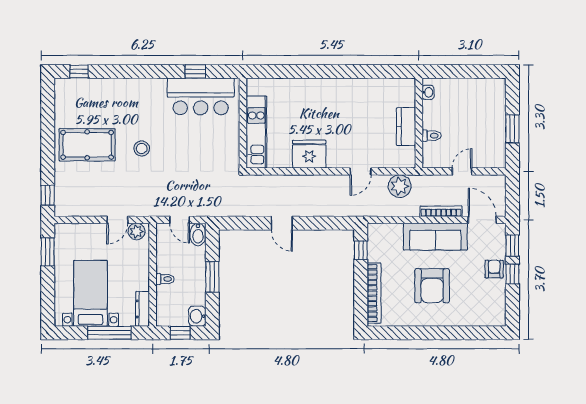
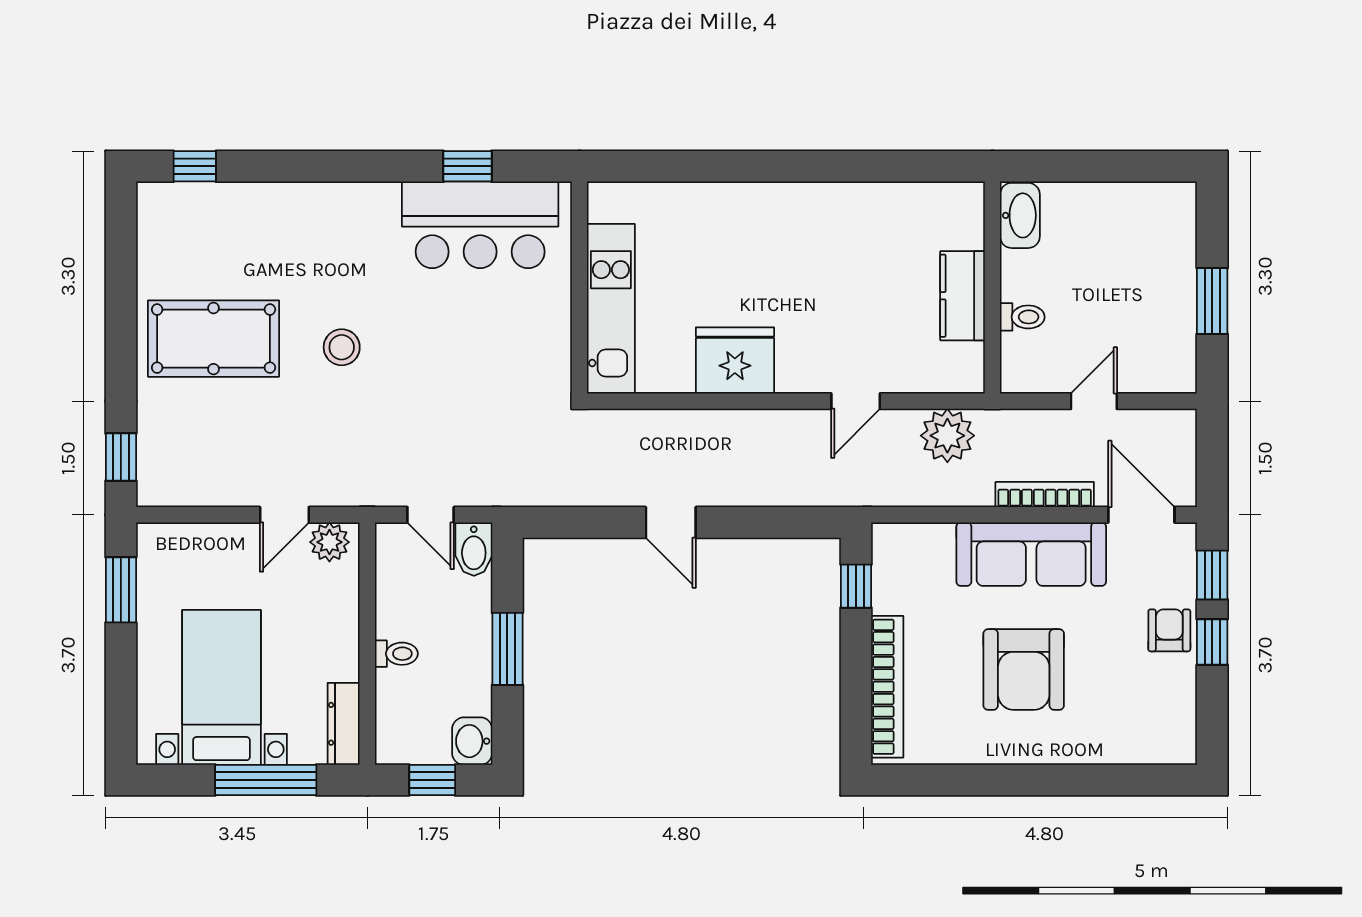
washbasin: (428, 92) -> (1020, 215), width x1.91, depth x1.45

